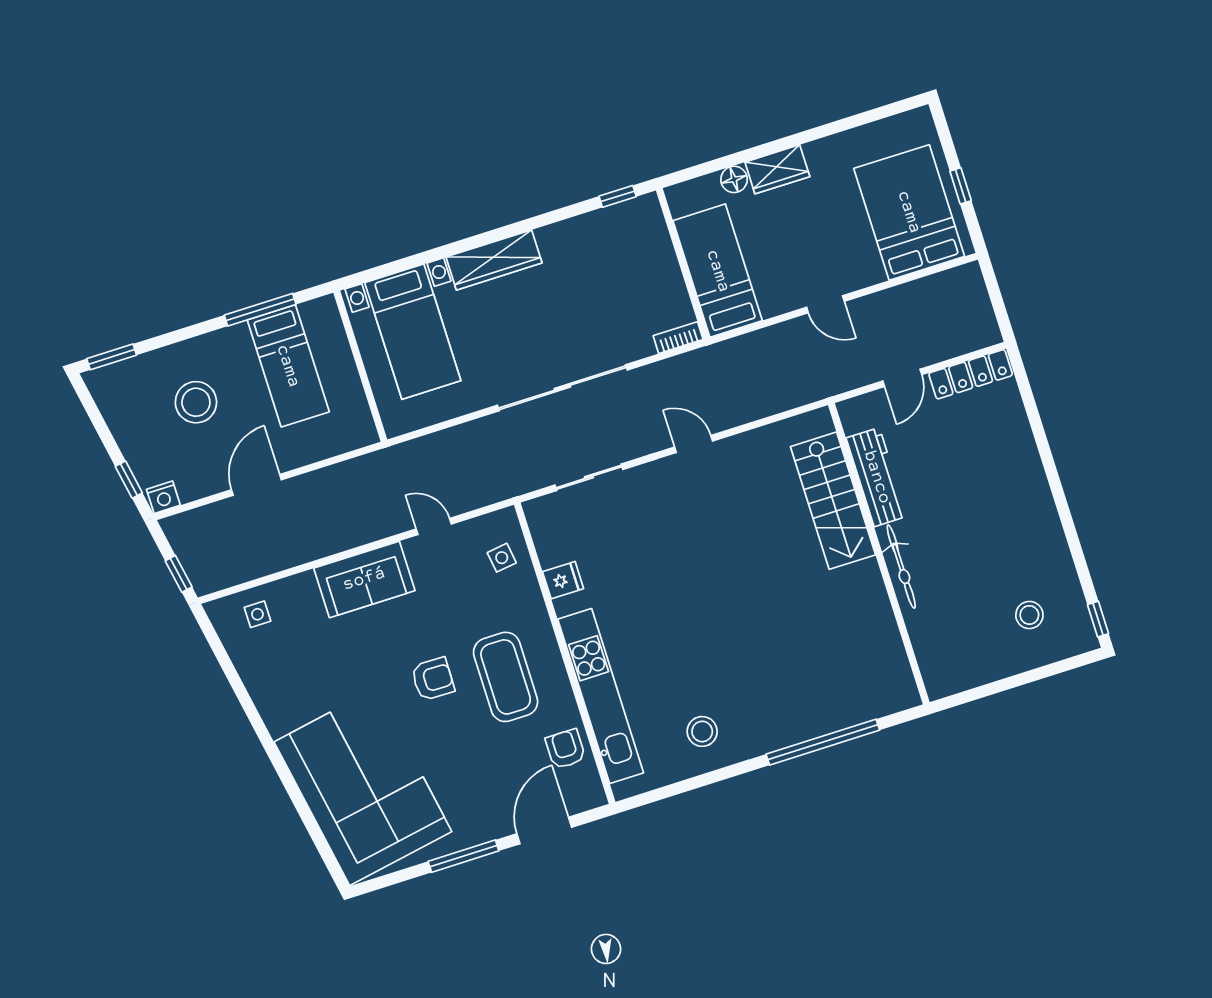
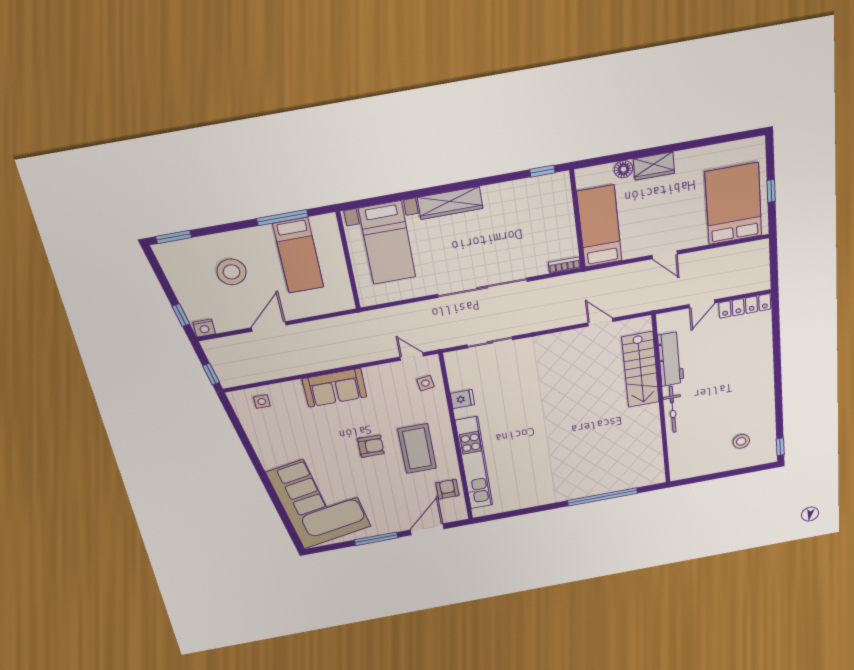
door: (694, 444) -> (600, 322), moved
door: (434, 526) -> (412, 357), moved
stool: (702, 731) -> (532, 486), removed

